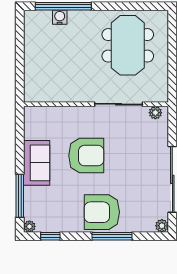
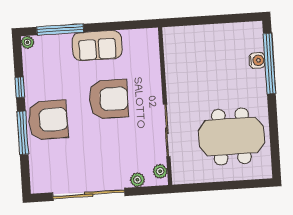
armchair: (86, 156) -> (109, 99), turned -90
armchair: (102, 212) -> (48, 120), turned 89
plant: (162, 226) -> (137, 180), moved
window: (50, 236) -> (20, 87), moved

